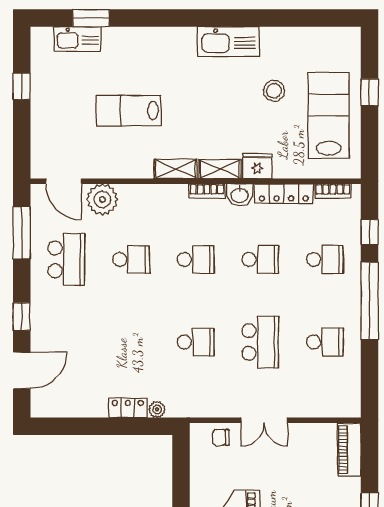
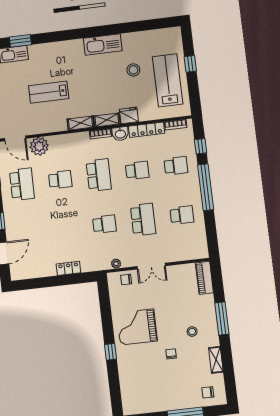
school desk: (196, 259) -> (99, 175), width x1.85
plant: (157, 409) -> (116, 264), moved

